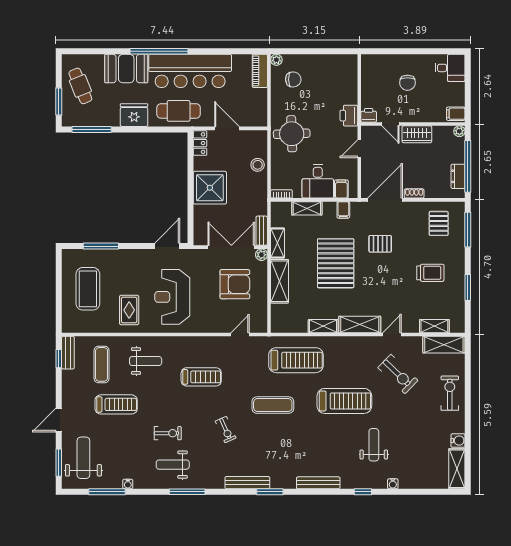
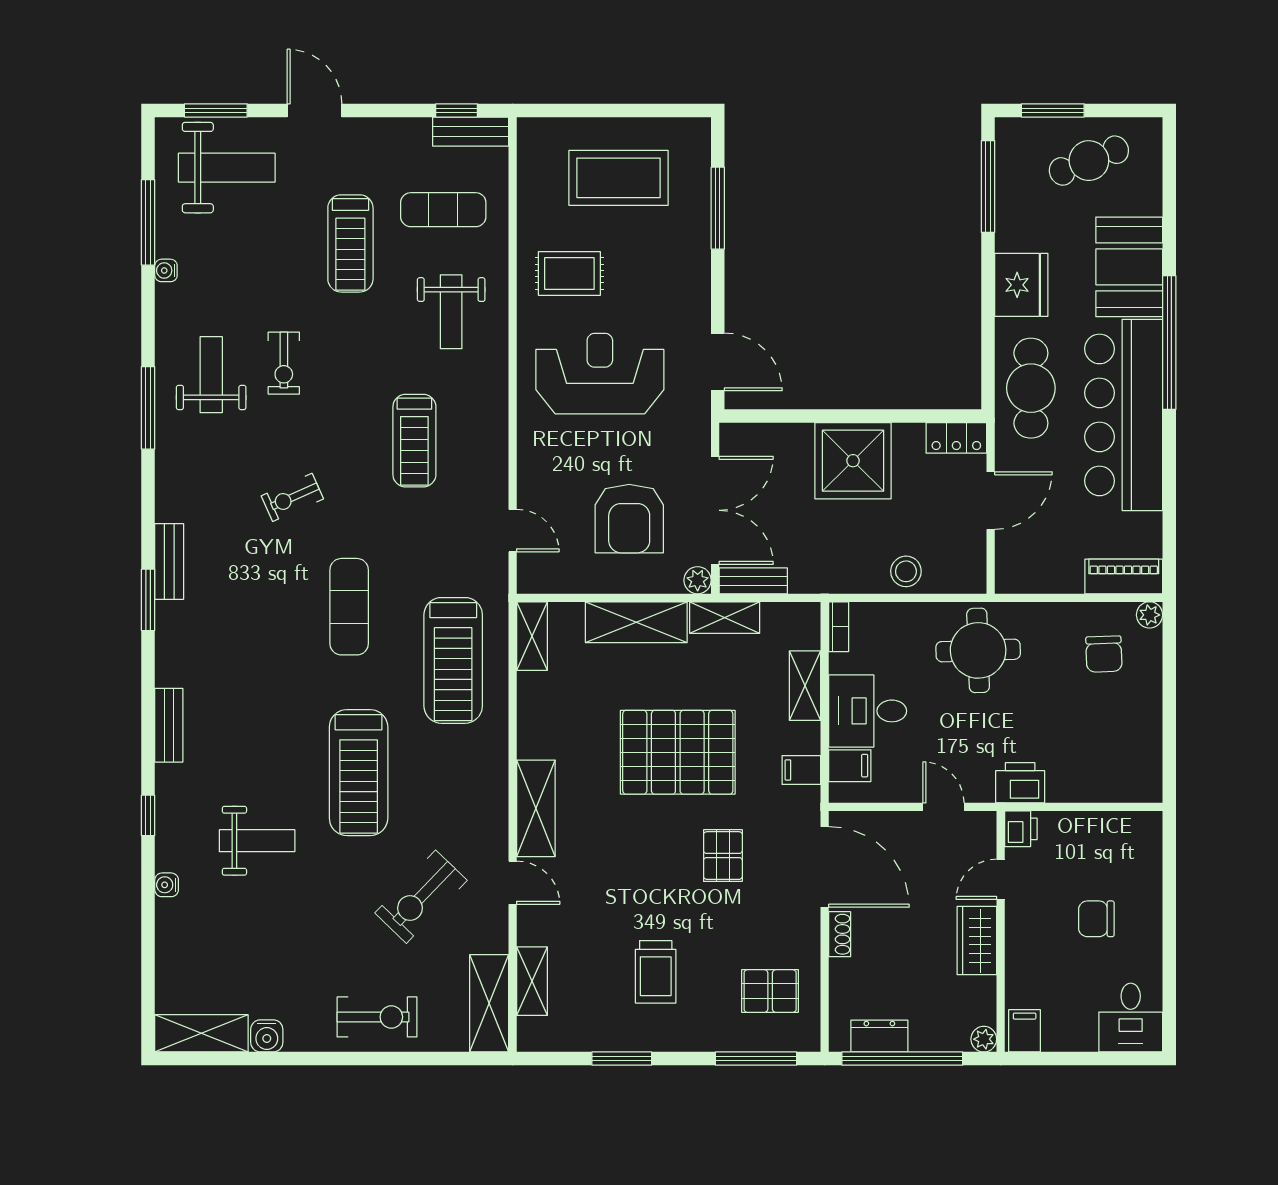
shelving: (323, 326) -> (532, 636), moved
bench: (247, 483) -> (169, 561), width x0.73
bench: (318, 483) -> (169, 725), width x0.73

